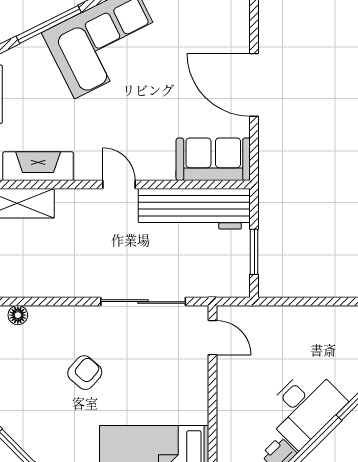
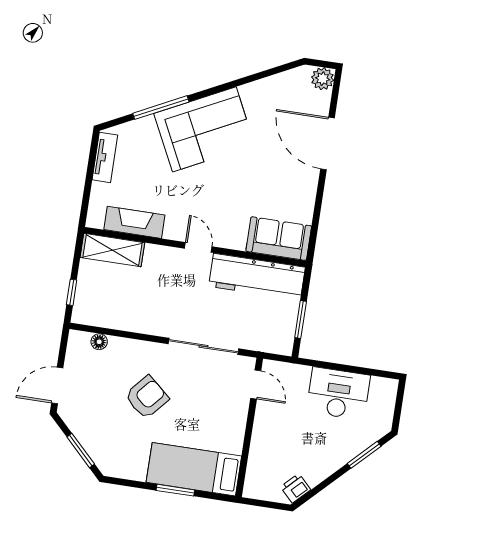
door: (254, 85) -> (327, 143), moved
armchair: (85, 373) -> (147, 397), width x1.38, depth x1.38
desk: (304, 407) -> (338, 394), moved, turned -135

